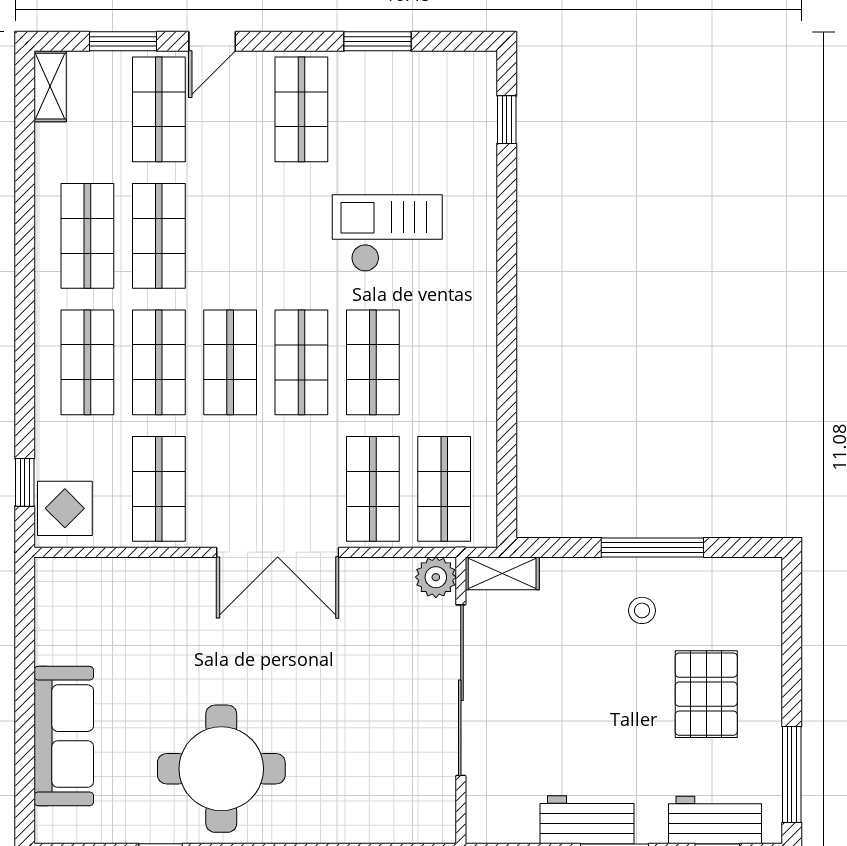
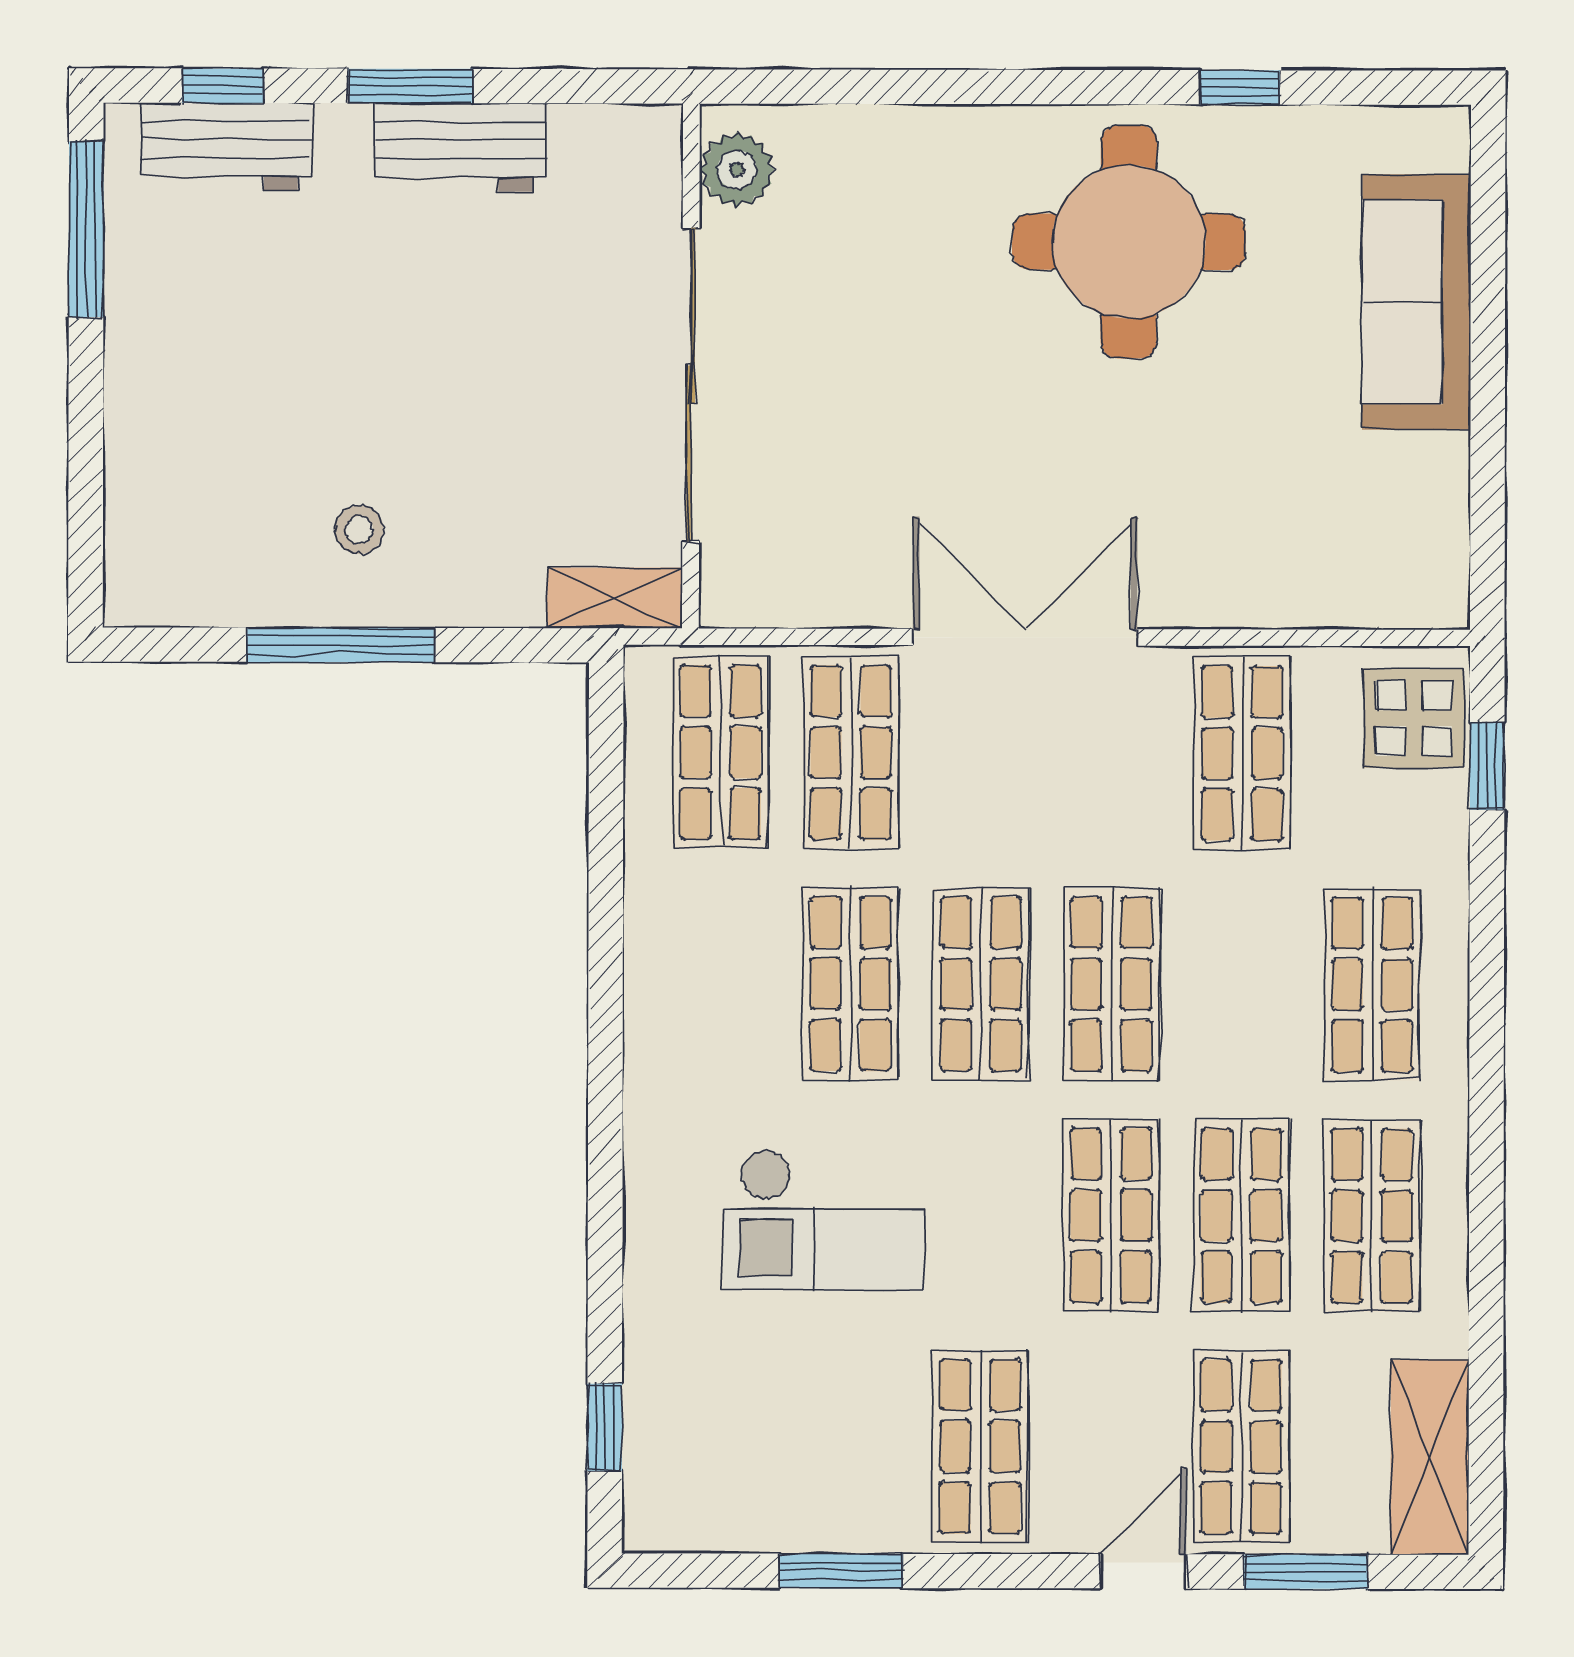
shelving: (50, 86) -> (1430, 1457), width x1.50, depth x1.33
shop shelf: (159, 362) -> (1111, 1215), moved
plant: (436, 577) -> (737, 170), moved
pallet: (706, 694) -> (242, 377), removed

